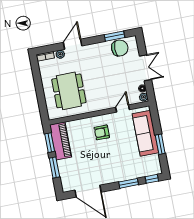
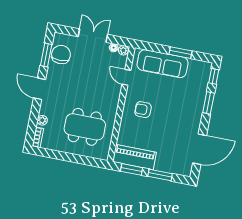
door: (73, 44) -> (40, 89), moved
armchair: (102, 132) -> (143, 110), turned 90

